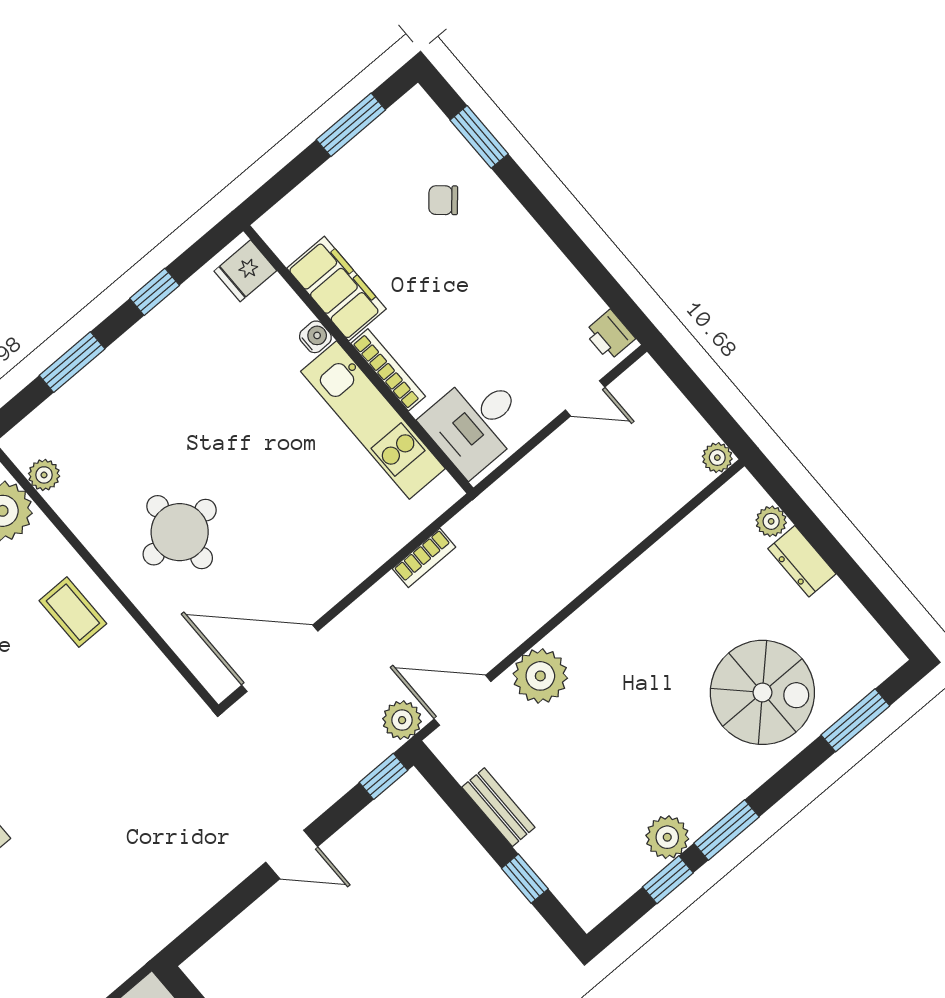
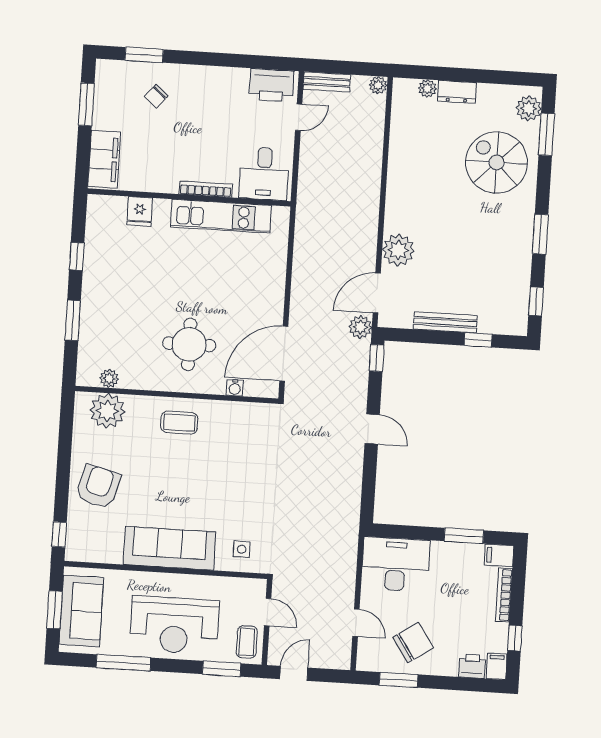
fridge: (245, 271) -> (140, 211), moved
filing cabinet: (337, 289) -> (104, 159), moved, turned 90
printer: (610, 335) -> (272, 85), width x1.87, depth x1.48
water cooler: (315, 337) -> (235, 388), moved, turned 180
bench: (661, 391) -> (327, 82), added
bookcase: (424, 558) -> (300, 251), removed
spiral stairs: (762, 692) -> (497, 162), turned -90
bench: (498, 807) -> (445, 322), width x1.36
plant: (667, 837) -> (529, 108), moved
door: (292, 854) -> (372, 429), hinge flipped
window: (668, 880) -> (536, 301), moved

